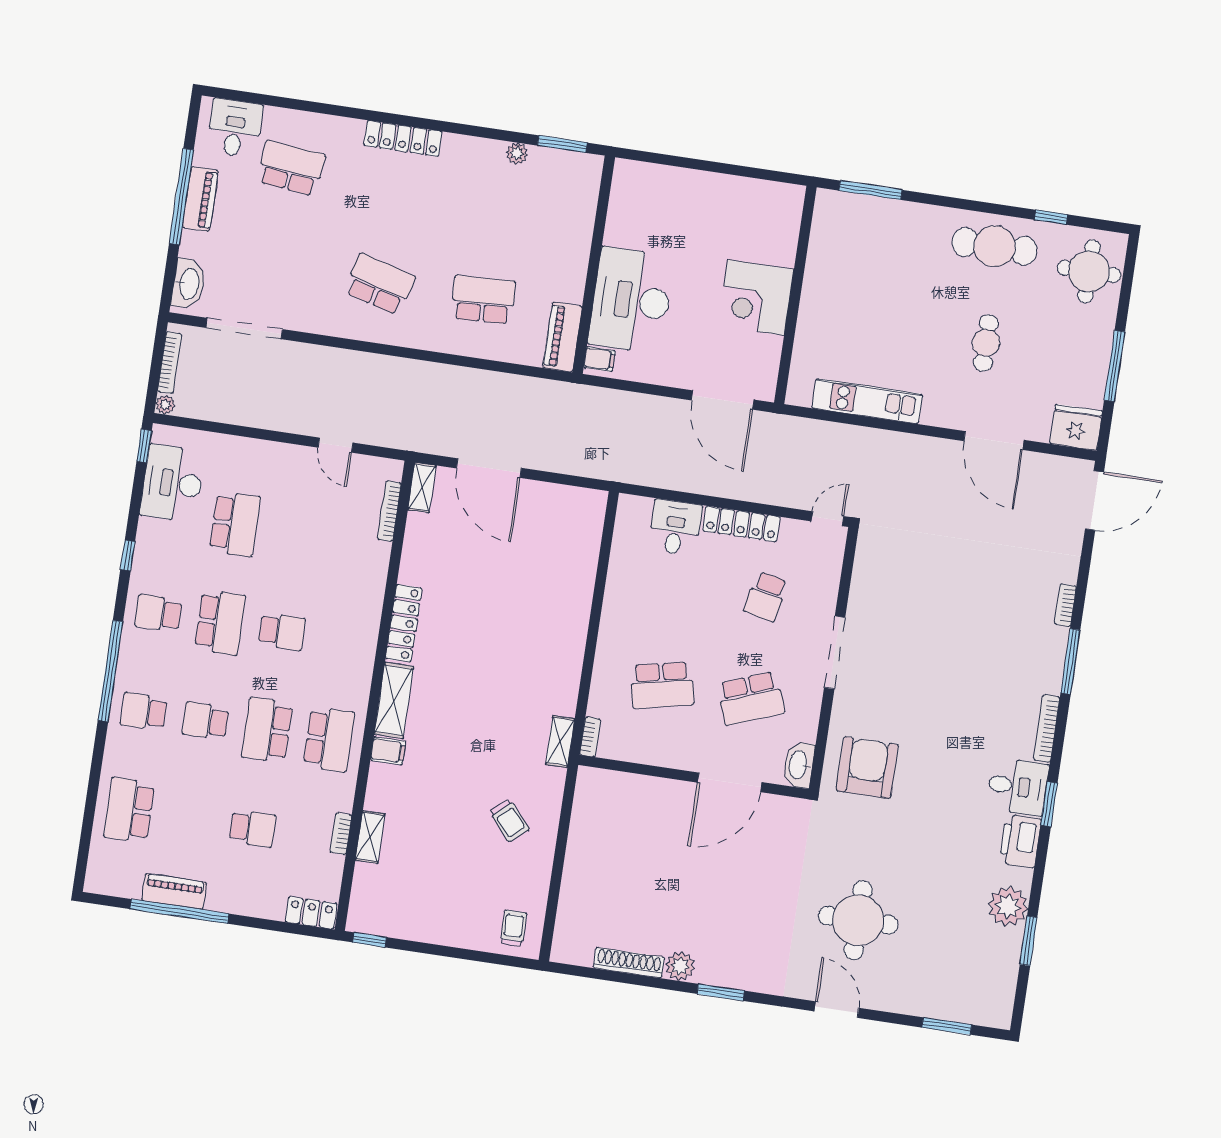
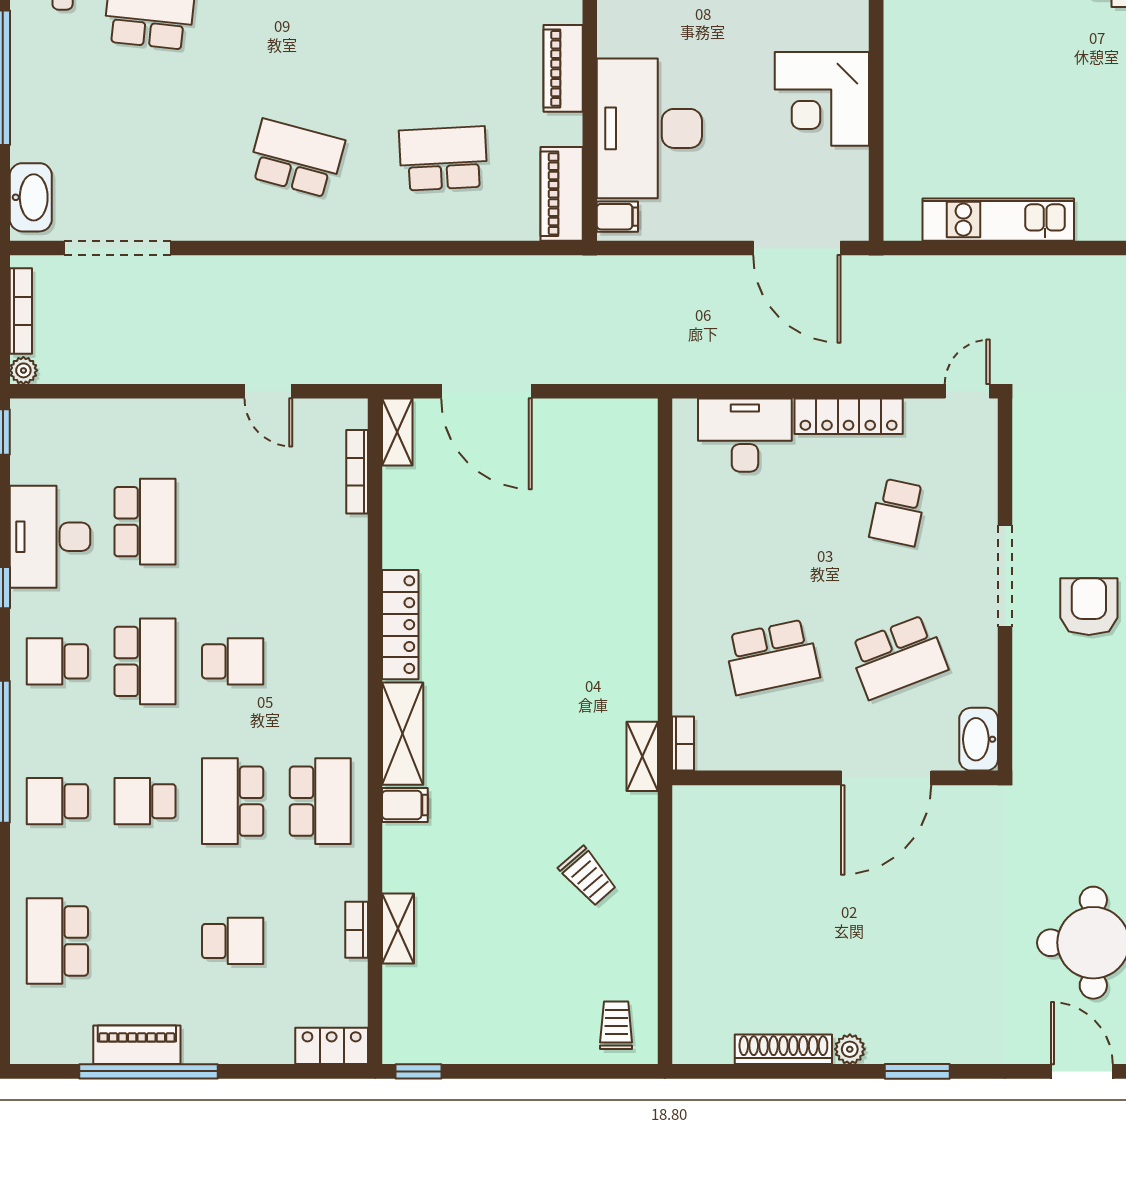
piano: (200, 199) -> (563, 68), moved, turned 180
desk: (173, 483) -> (50, 537), moved
desk: (675, 528) -> (745, 435), width x1.37
armchair: (867, 768) -> (1089, 607), moved, width x0.73, depth x0.73
plant: (680, 966) -> (850, 1049), width x0.73, depth x0.73

